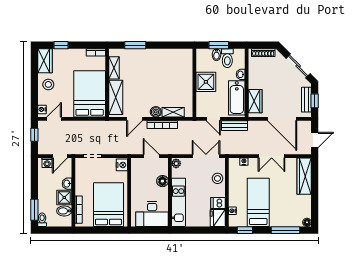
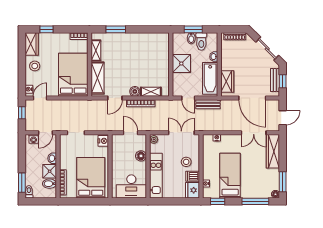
double door: (272, 156) -> (254, 133), moved
stool: (217, 178) -> (186, 162), moved
window: (315, 209) -> (283, 182), added

